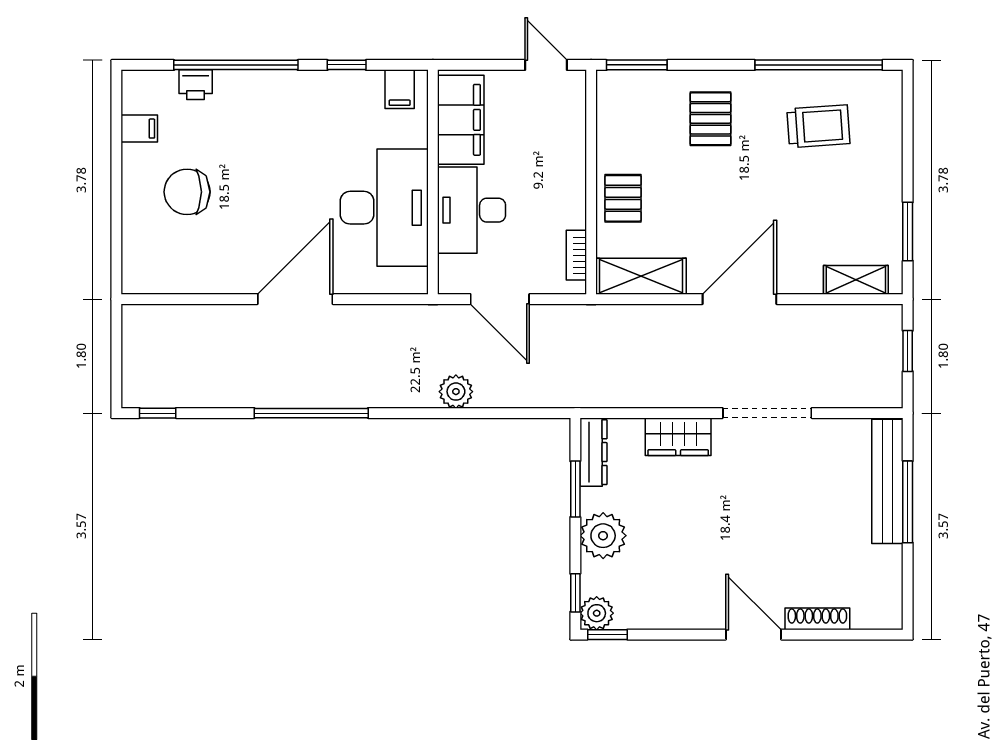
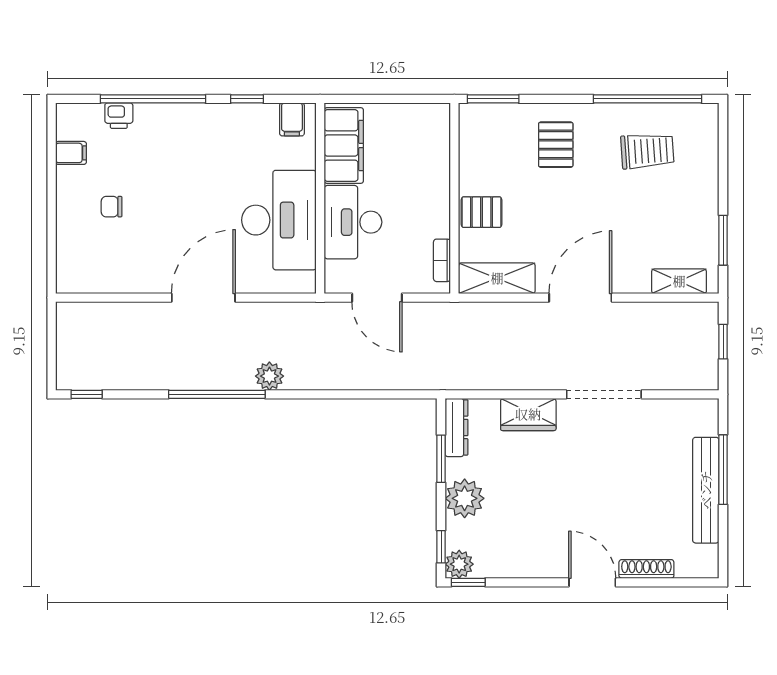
door: (546, 65) -> (416, 99), removed
chair: (187, 192) -> (112, 207), width x0.54, depth x0.54
pallet: (623, 198) -> (482, 212), turned 90
plant: (456, 392) -> (269, 376), moved
bench: (887, 481) -> (706, 490), moved

